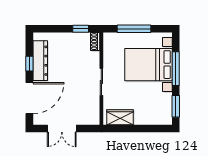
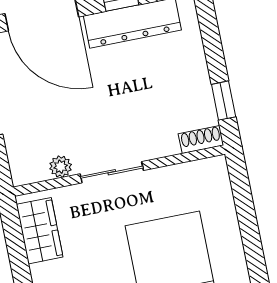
window: (134, 29) -> (248, 223), removed
plant: (95, 103) -> (61, 167), added

